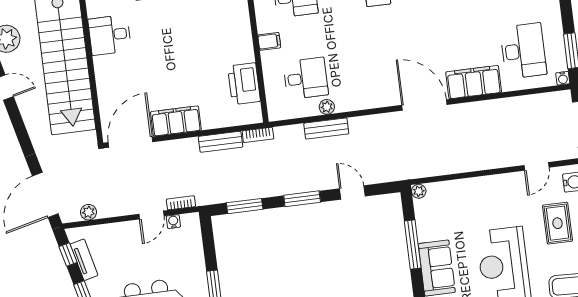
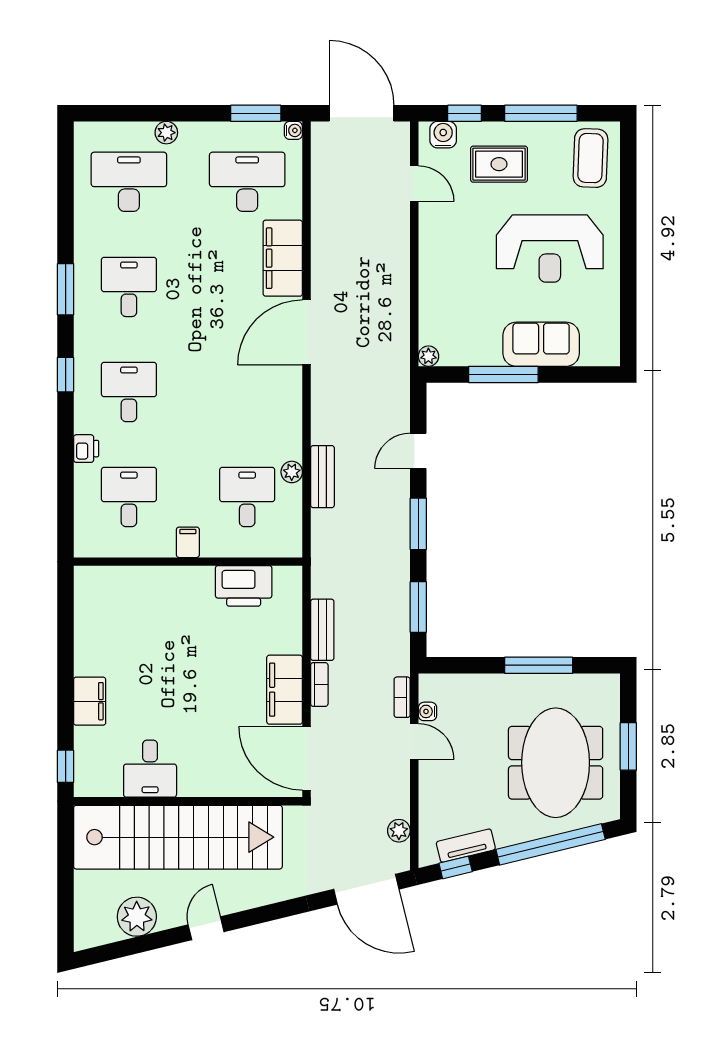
bookcase: (258, 135) -> (319, 684), moved

